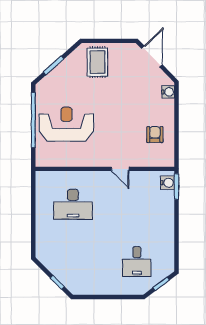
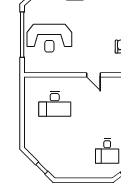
reception desk: (66, 124) -> (49, 38), turned 180

